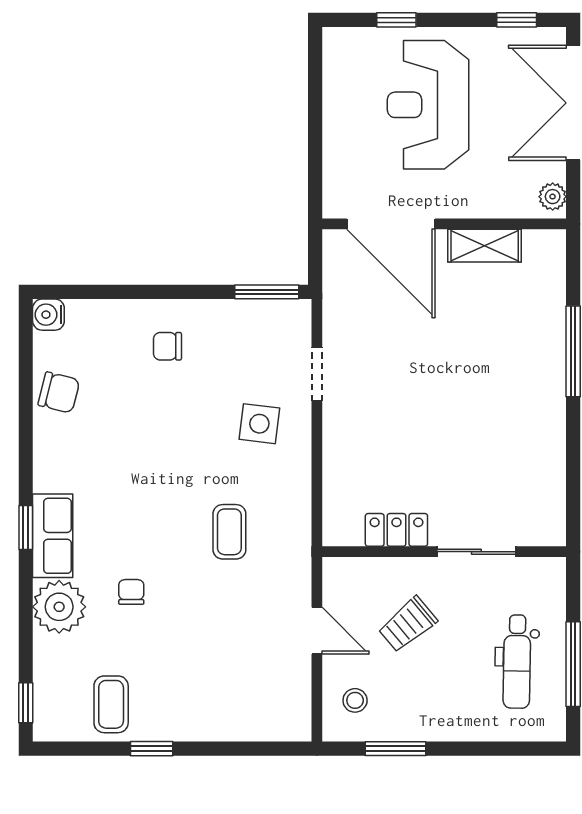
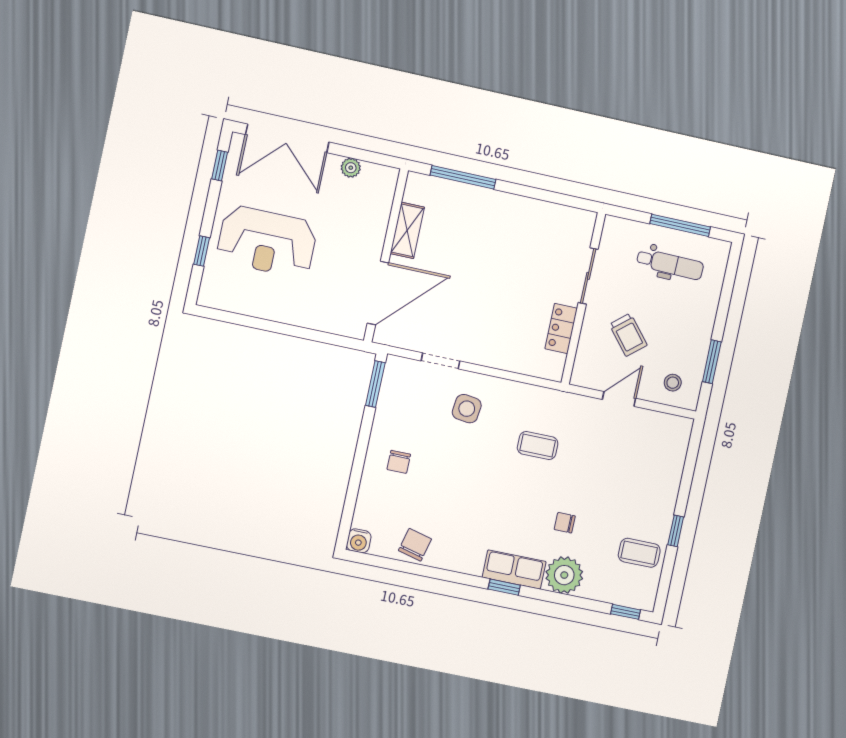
door: (391, 224) -> (378, 293), moved
wall: (444, 224) -> (386, 255), moved
shelving: (485, 246) -> (407, 230), moved

